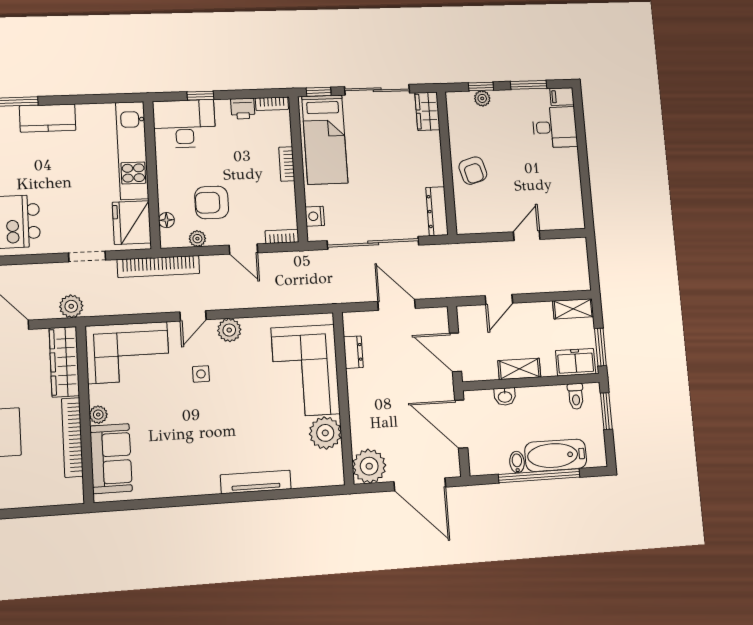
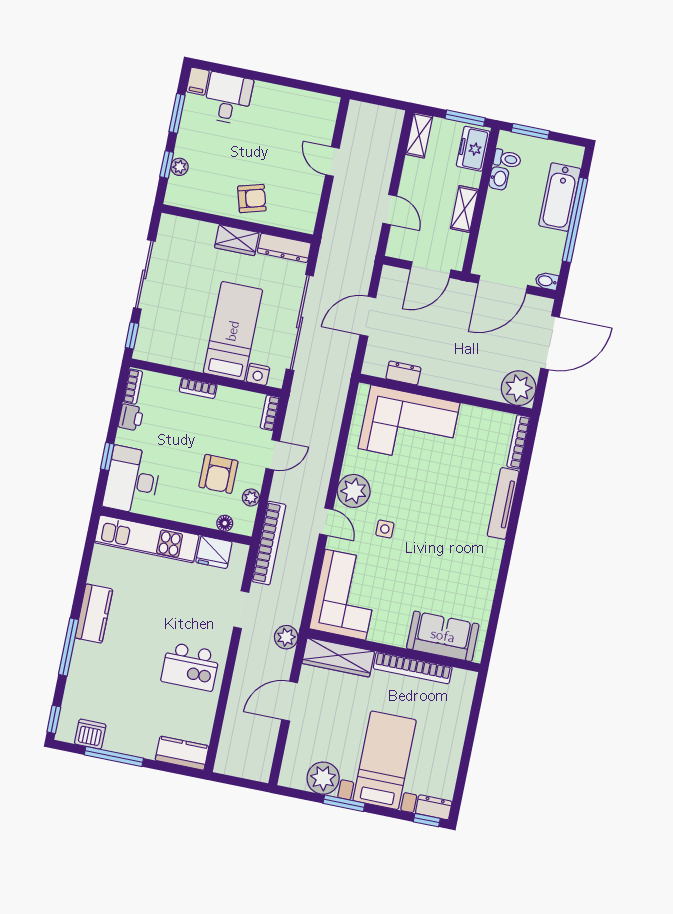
wardrobe: (427, 111) -> (237, 240), moved
bed: (325, 140) -> (233, 331), moved, turned -90
fridge: (132, 223) -> (214, 552), width x0.73, depth x0.75
plant: (229, 330) -> (354, 491), width x1.36, depth x1.36
washbasin: (505, 396) -> (499, 178), moved
plant: (98, 415) -> (398, 638), removed
plant: (325, 433) -> (475, 423), removed
bidet: (517, 462) -> (547, 281), moved
bookcase: (318, 480) -> (518, 442), added

